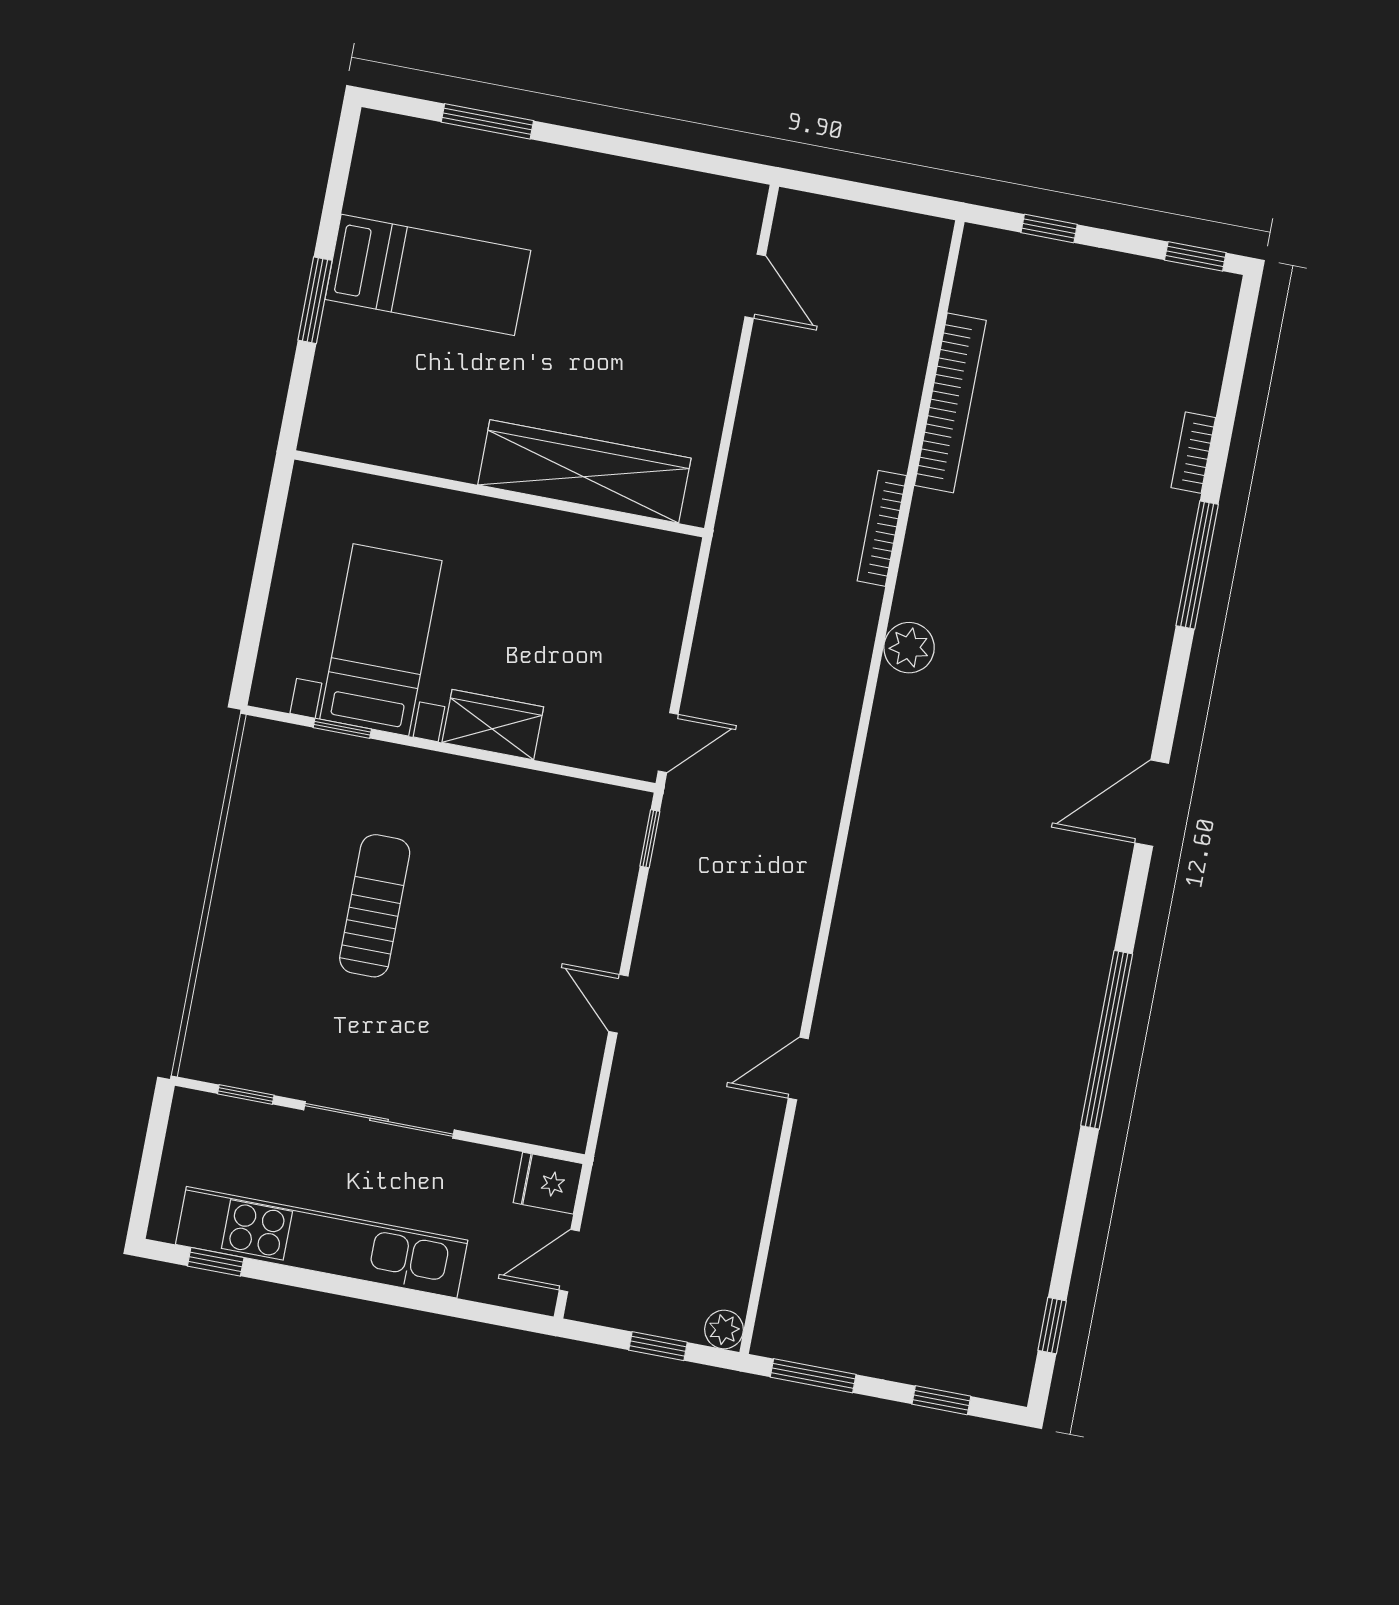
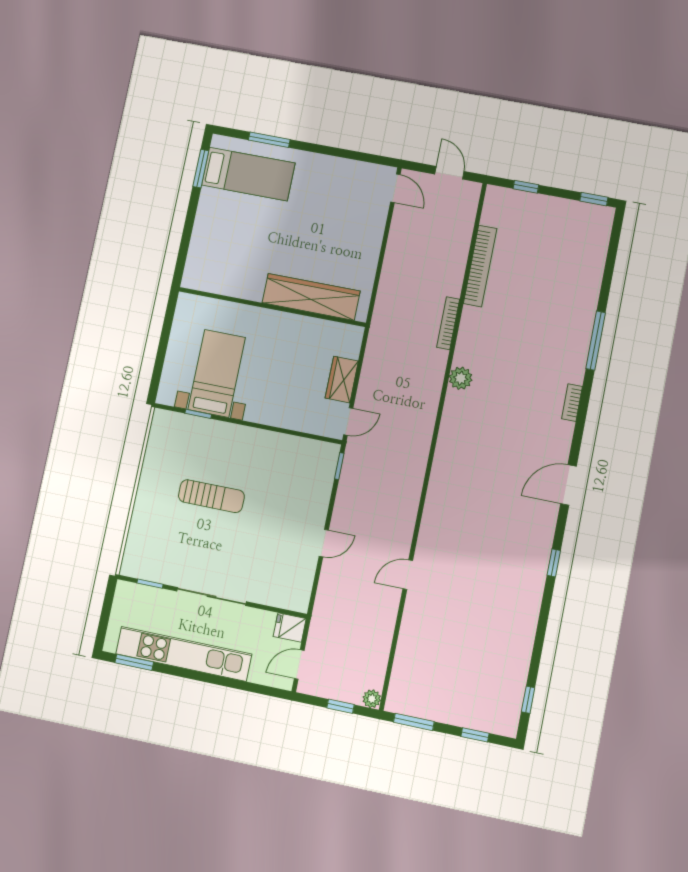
door: (883, 197) -> (449, 173), added
bed: (428, 275) -> (248, 174), moved
door: (755, 286) -> (395, 188), moved
window: (315, 300) -> (201, 169), moved
bookcase: (1193, 453) -> (572, 403), moved
wardrobe: (493, 725) -> (342, 380), moved, turned -90
door: (1152, 803) -> (568, 485), moved
sun lounger: (375, 906) -> (211, 496), turned 90
door: (618, 1004) -> (324, 543), swing flipped
window: (1107, 1040) -> (554, 563), width x0.32
window: (216, 1262) -> (134, 662), width x1.50

